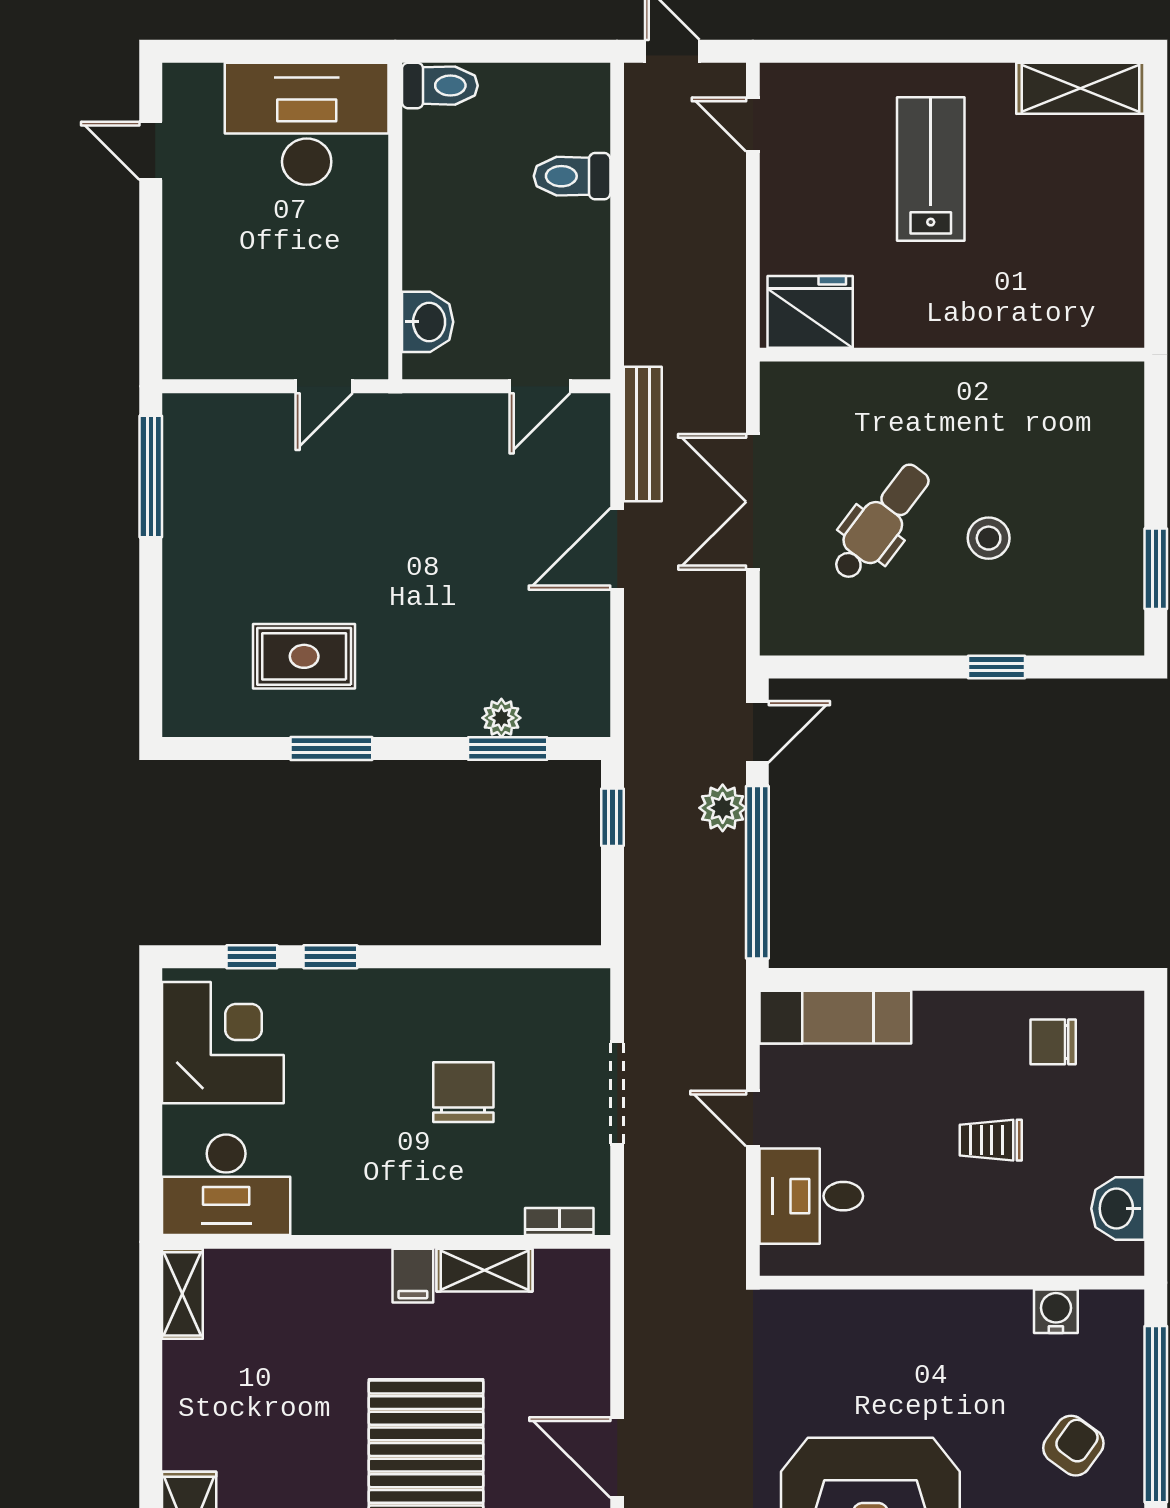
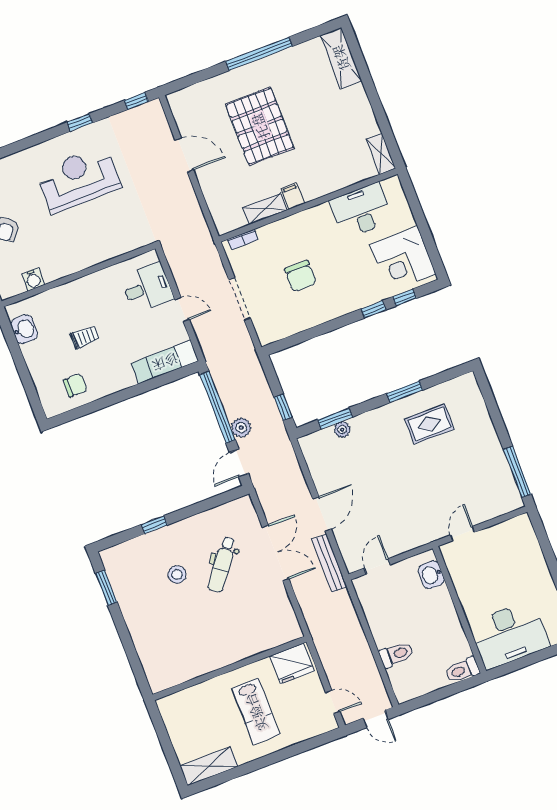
fridge: (810, 312) -> (292, 664), moved
wall: (952, 355) -> (229, 668), moved
desk: (226, 1185) -> (361, 211), moved

